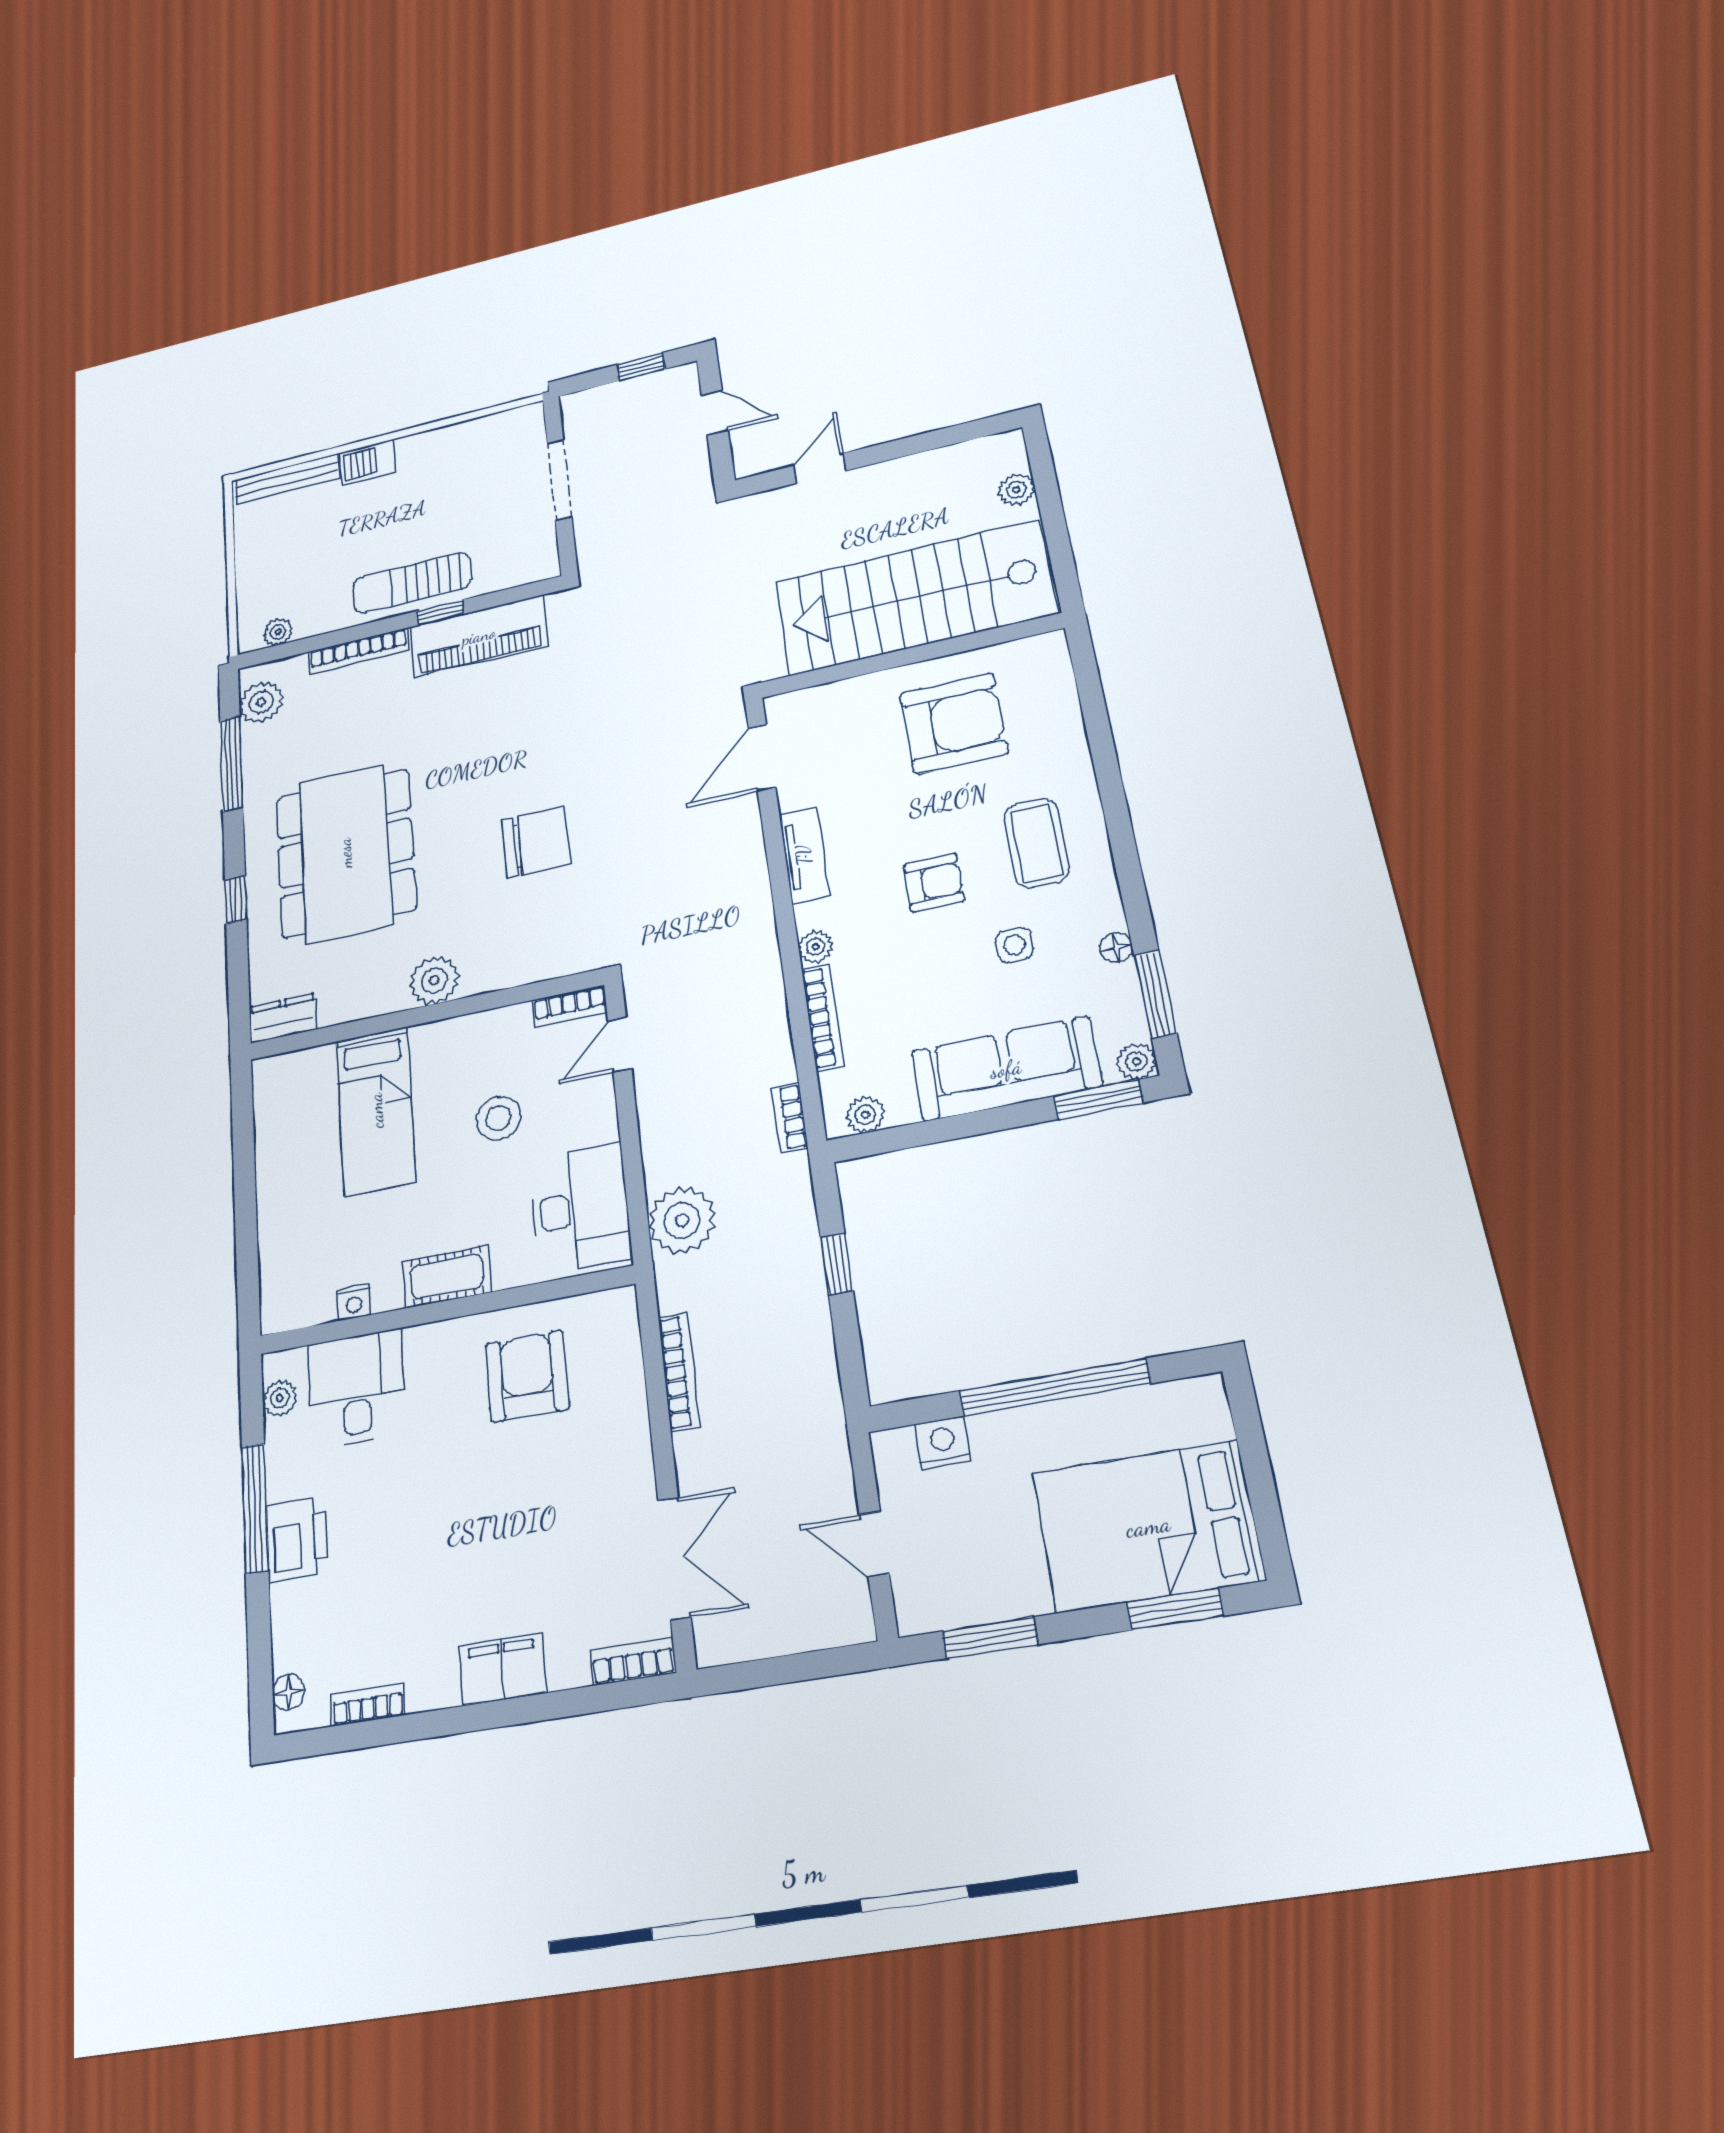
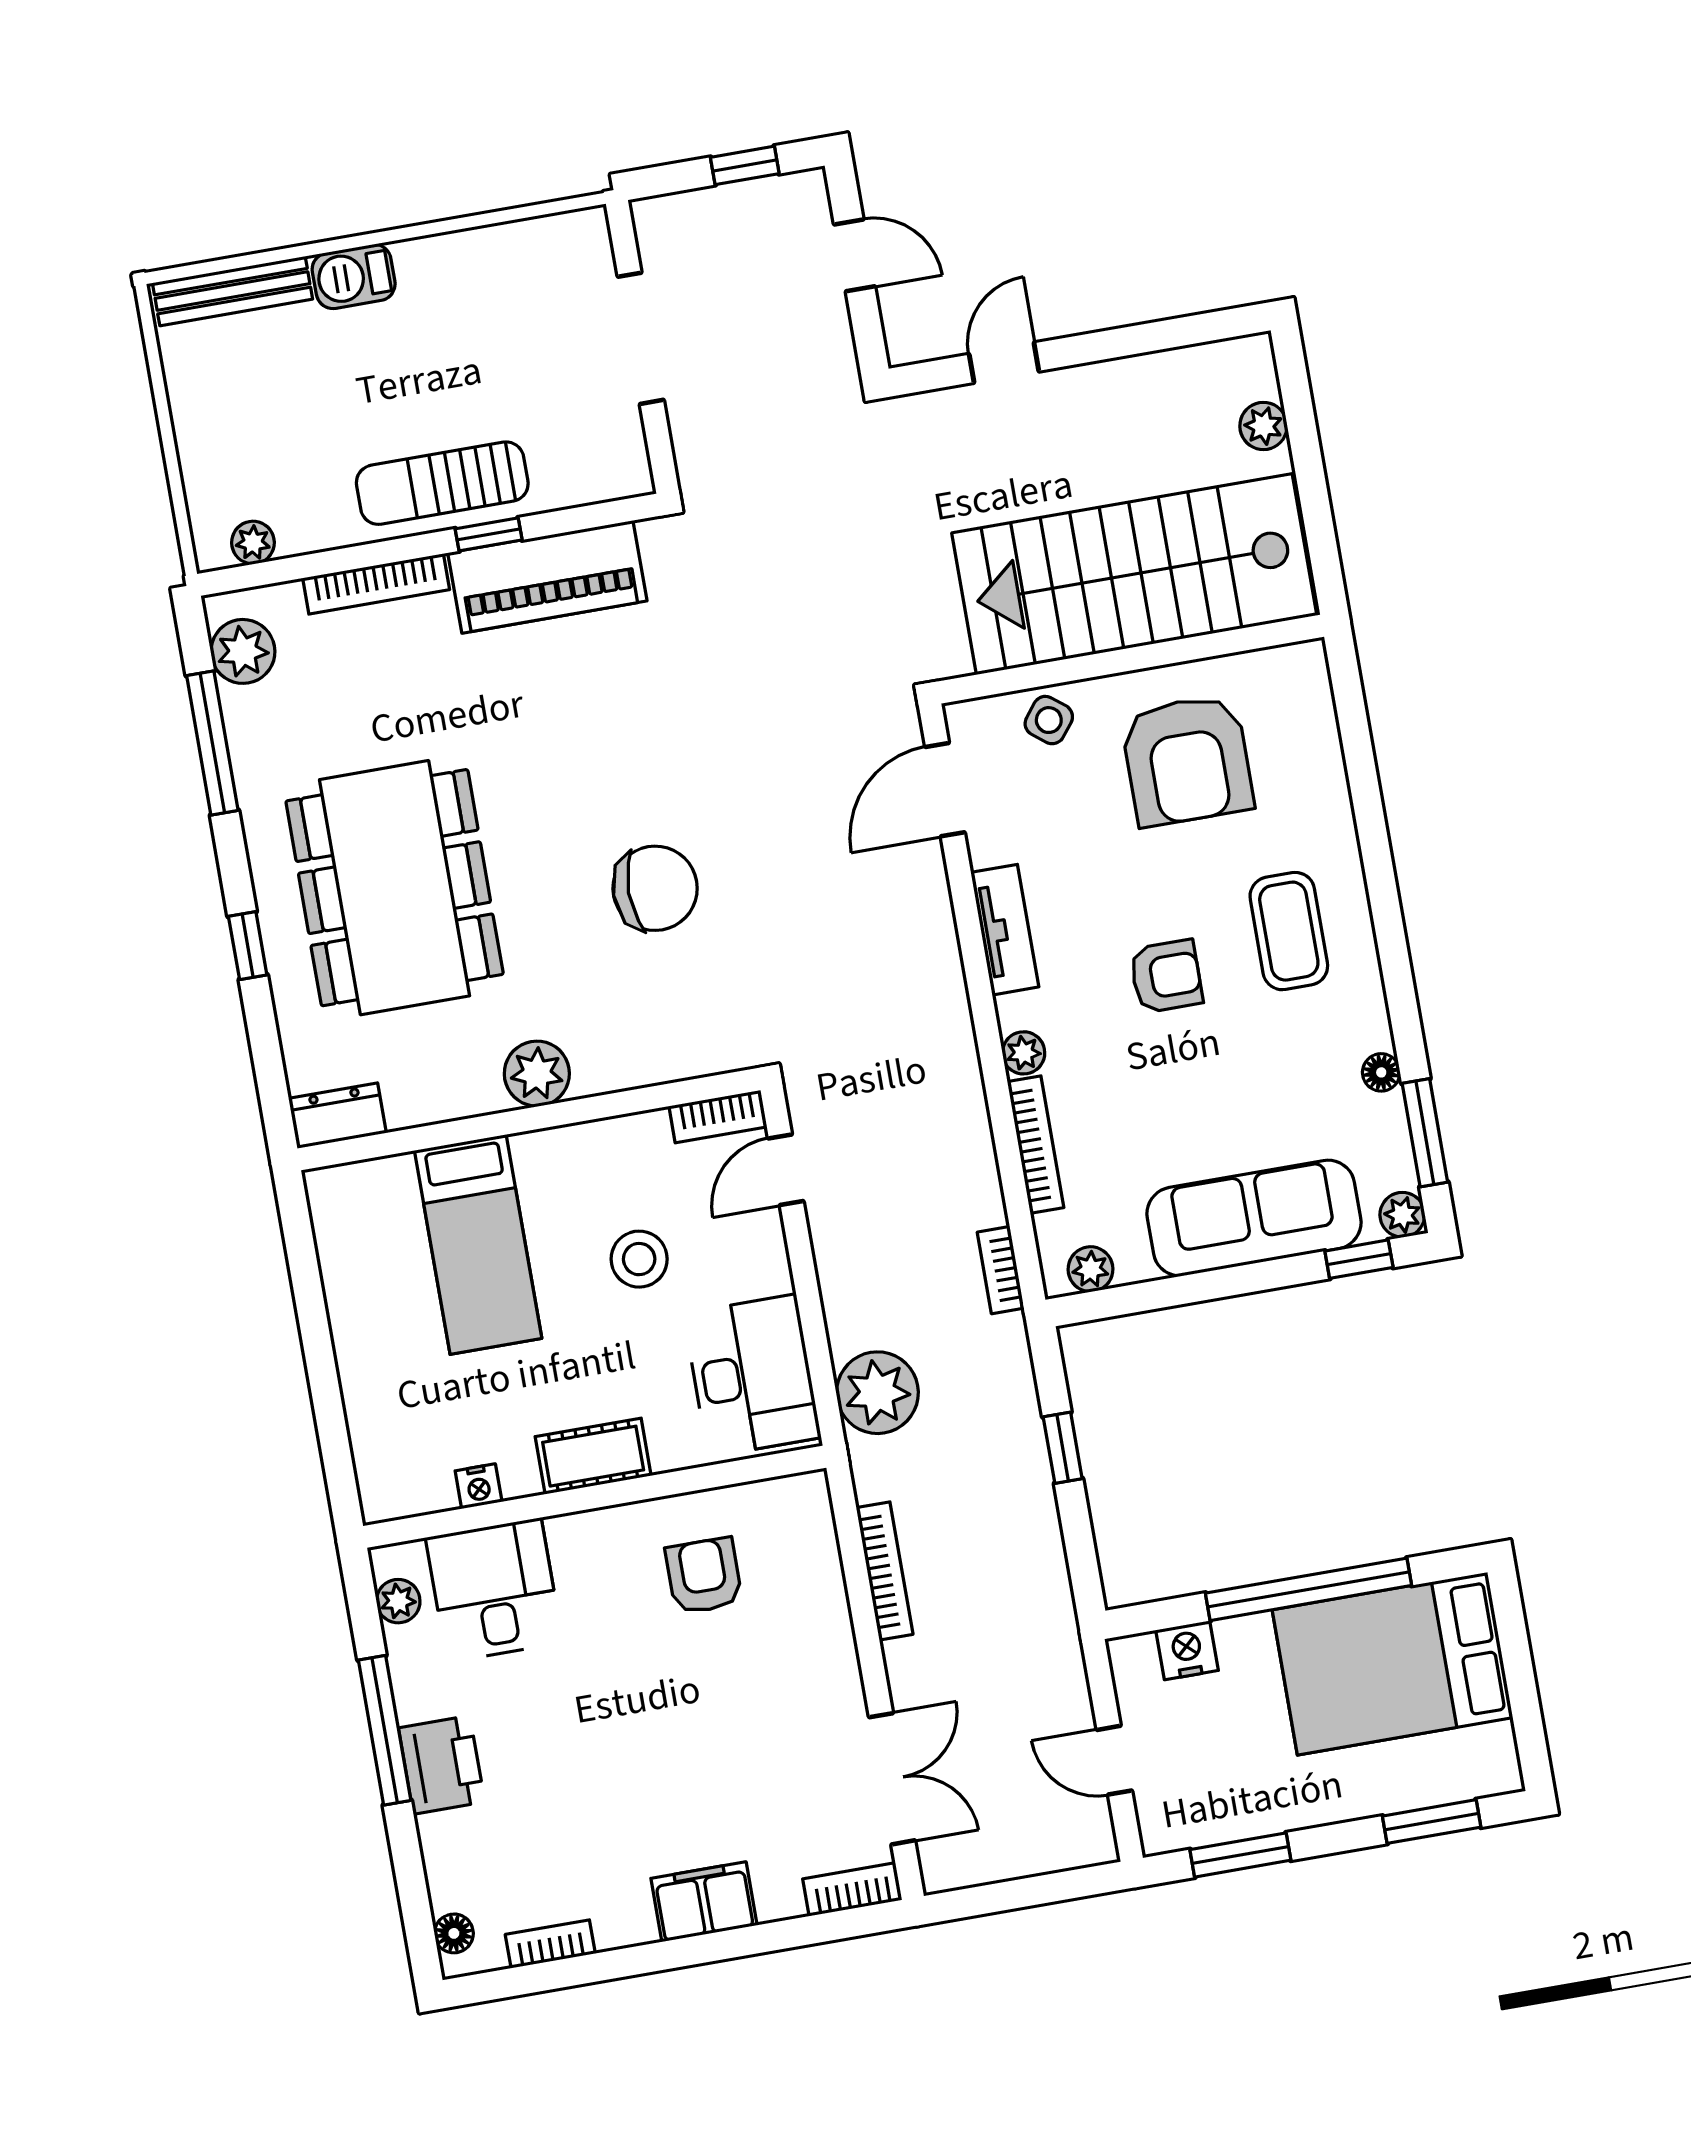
armchair: (954, 723) -> (1187, 760), turned 90
side table: (1014, 945) -> (1049, 720), moved, turned 38
window: (1098, 1099) -> (1359, 1259), width x0.67
armchair: (527, 1376) -> (704, 1576), width x0.72, depth x0.72
bed: (1148, 1526) -> (1392, 1664), moved

